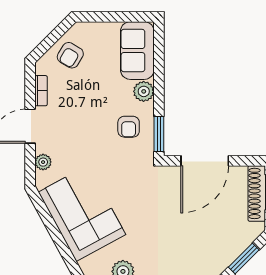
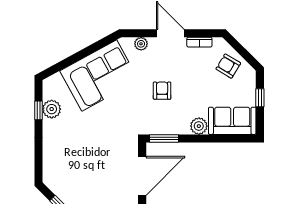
window: (109, 17) -> (260, 98), added
armchair: (129, 127) -> (162, 91), moved, turned 90
door: (205, 161) -> (142, 176), swing flipped

